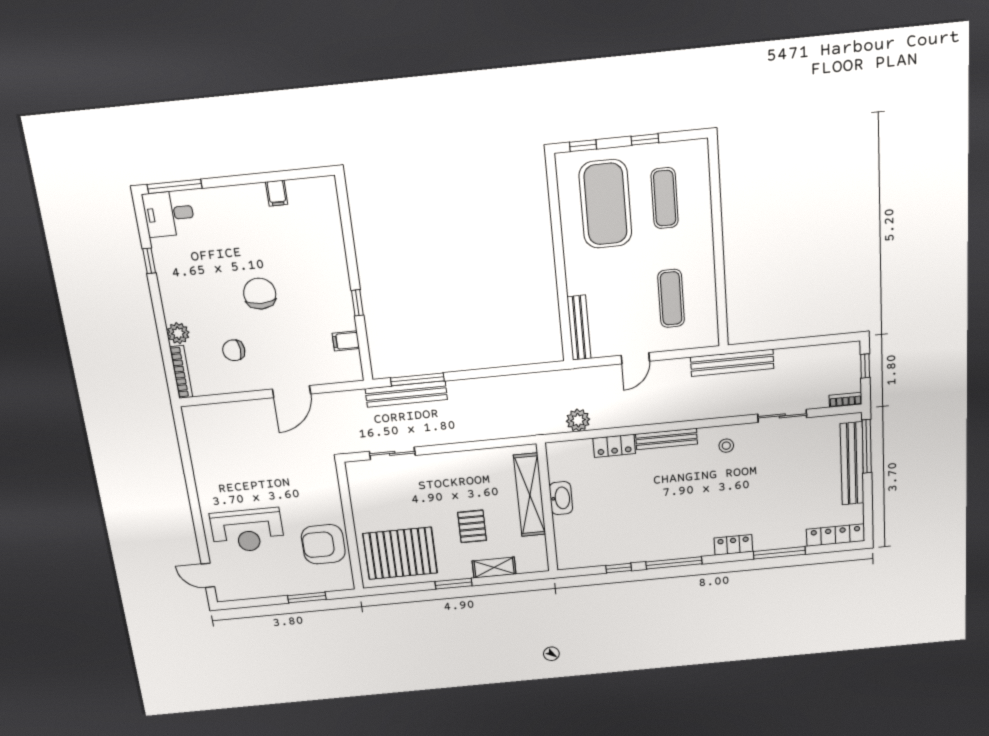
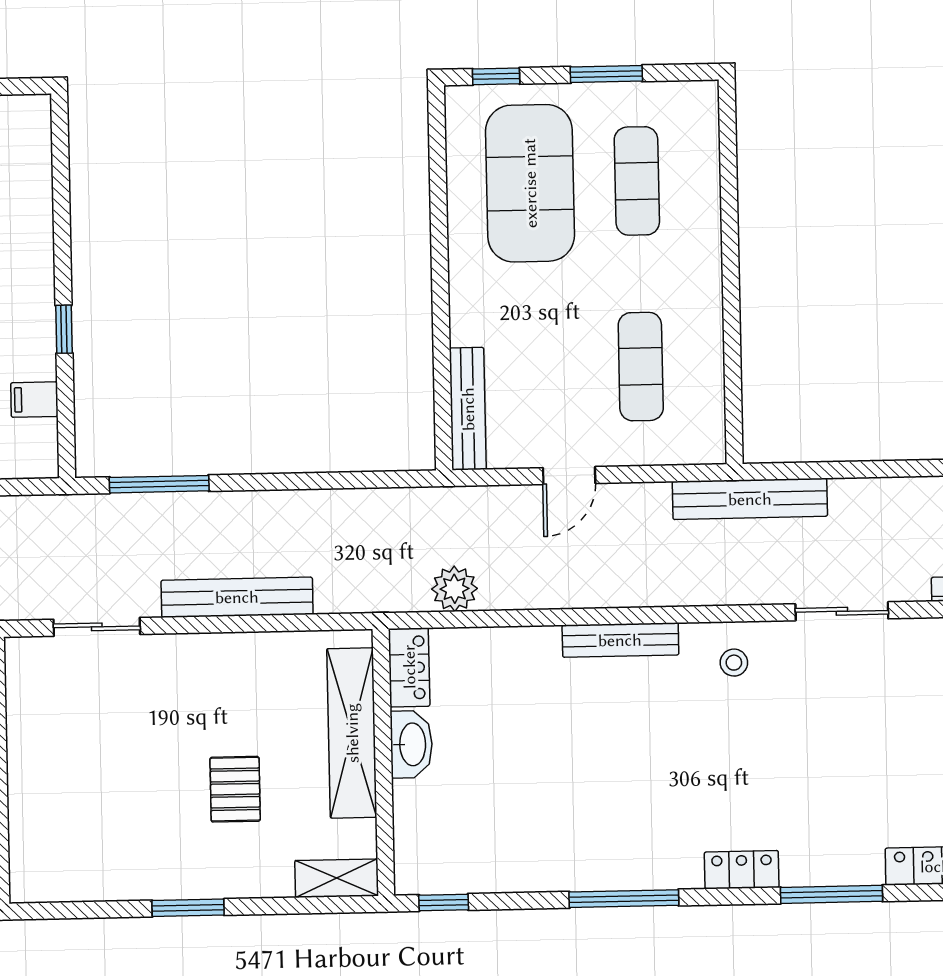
window: (645, 139) -> (606, 74), width x1.50
bench: (406, 394) -> (237, 597), moved
locker: (614, 446) -> (409, 667), moved, turned -90
pallet: (400, 553) -> (90, 834), removed
shelving: (494, 567) -> (337, 878), moved
window: (619, 568) -> (444, 902), moved

